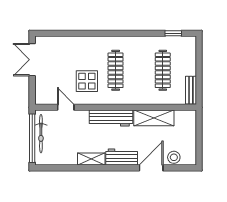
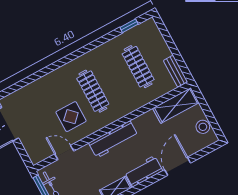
shelving: (154, 118) -> (176, 105), moved
stool: (174, 157) -> (203, 127), moved

